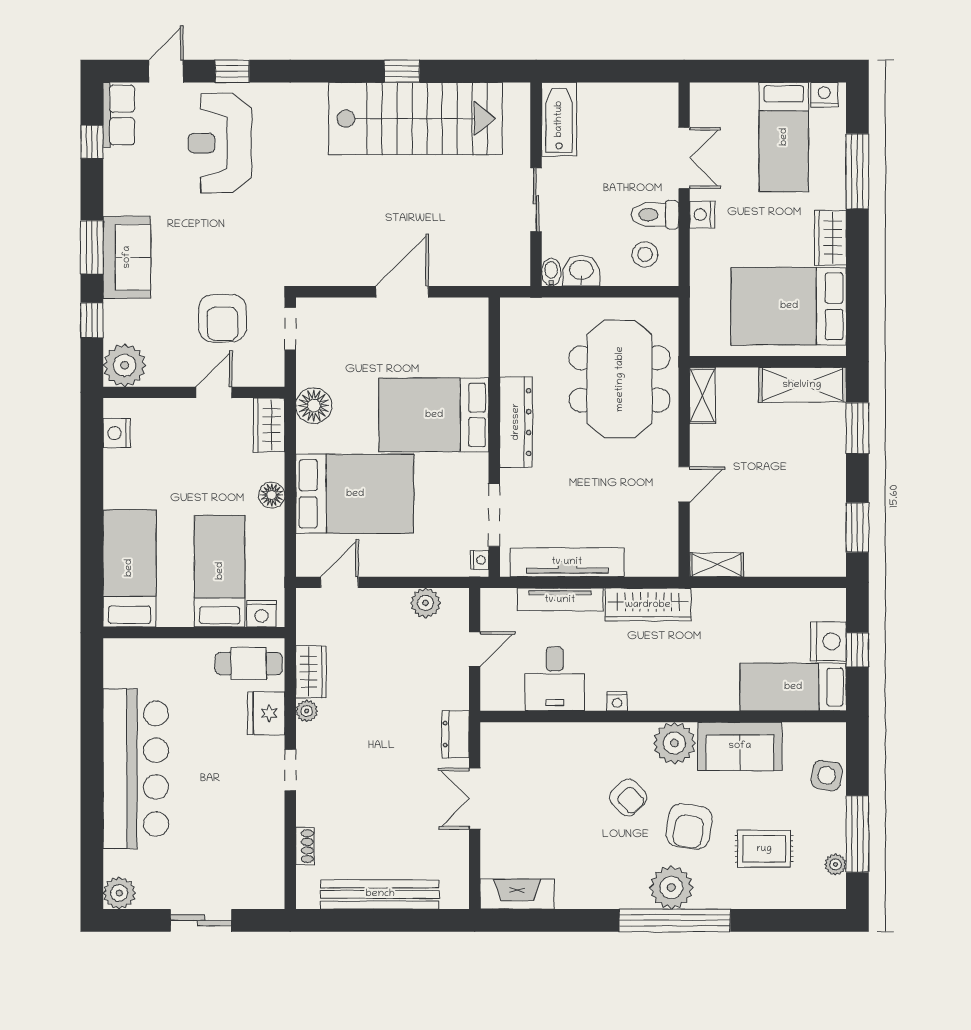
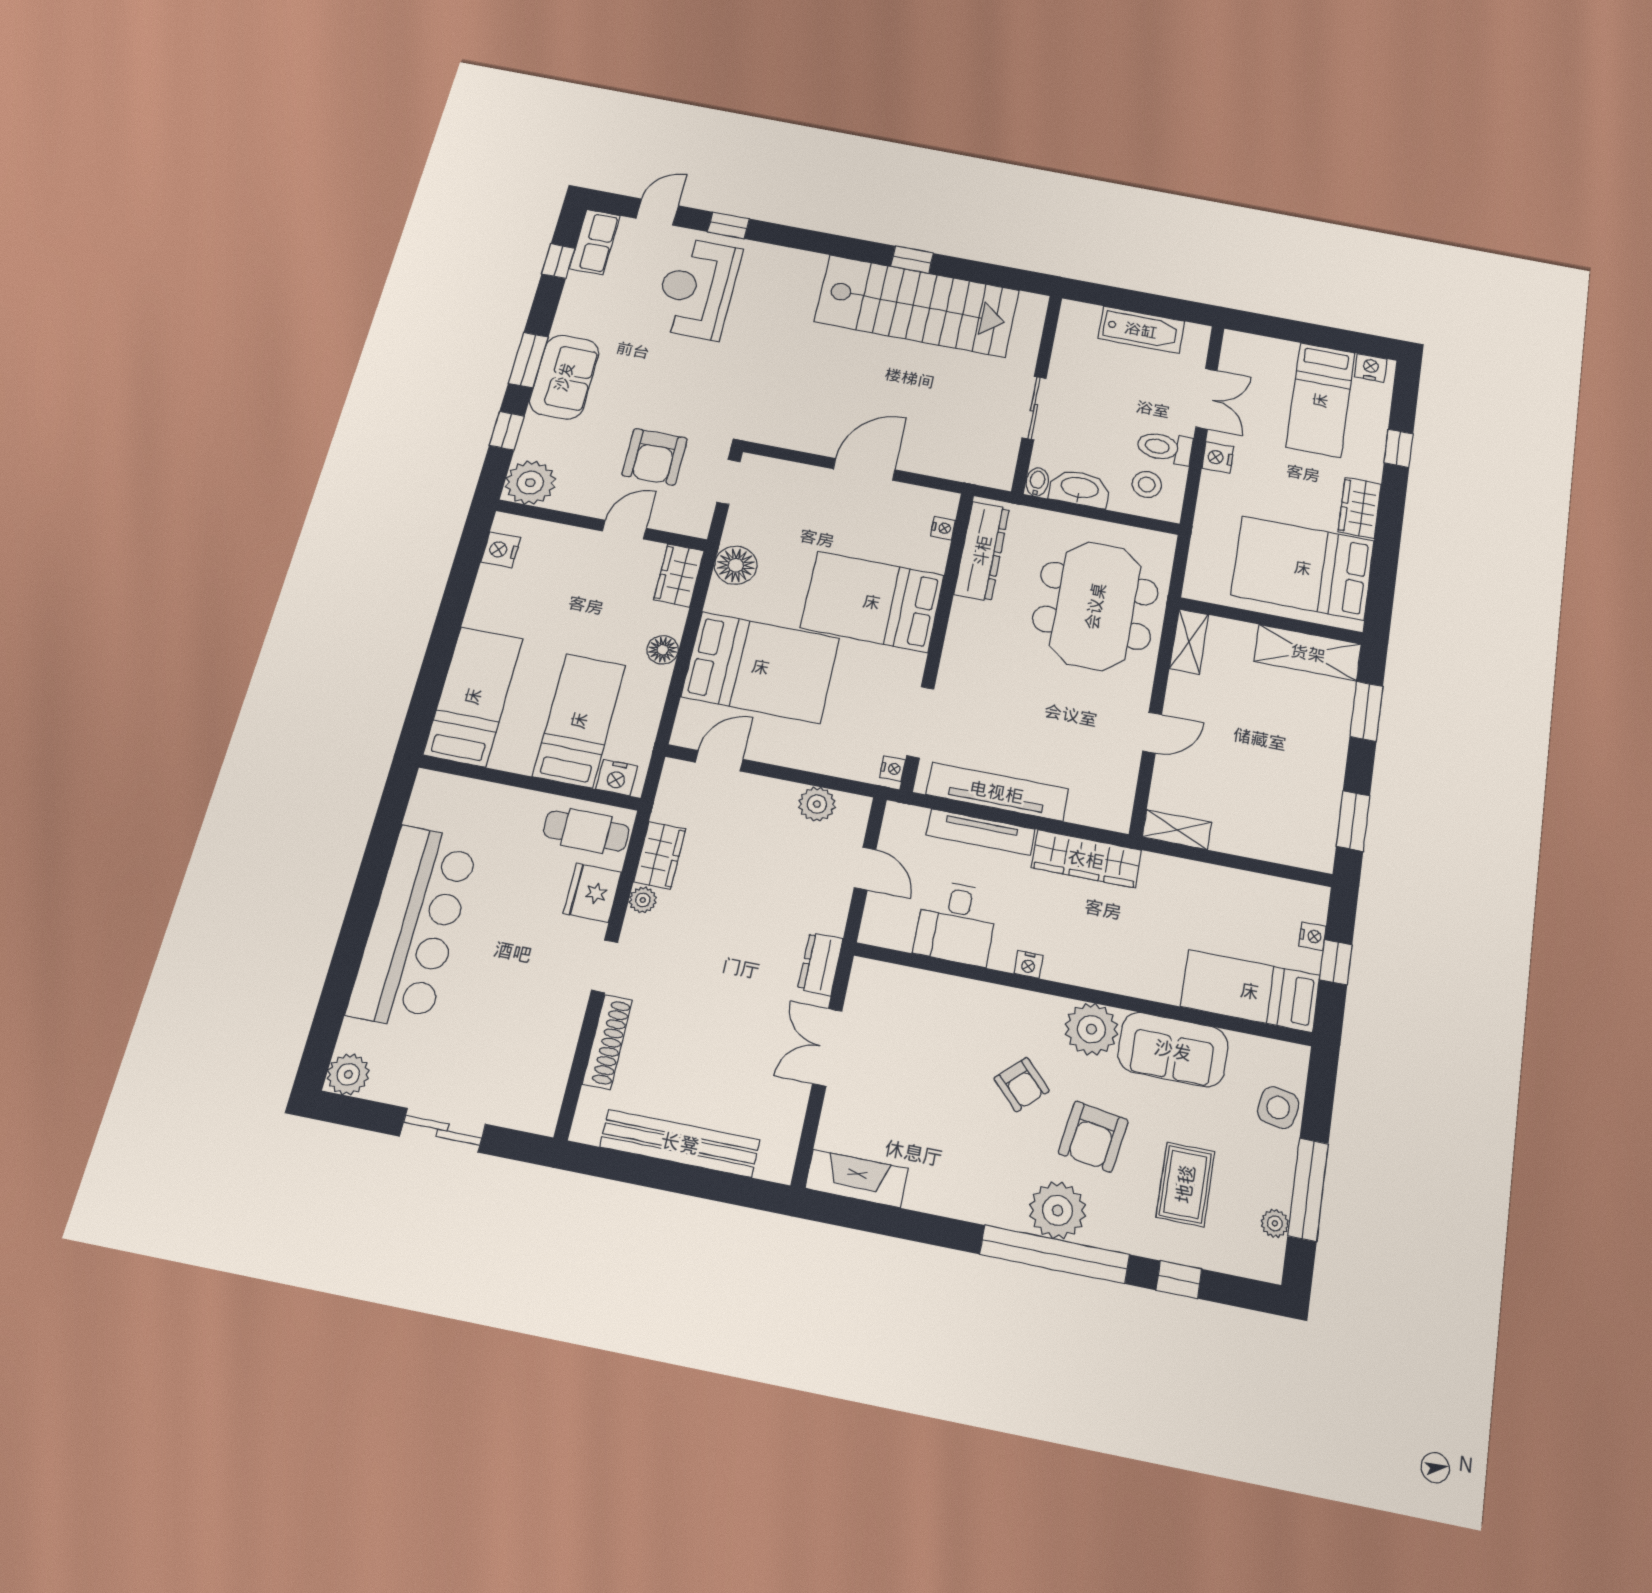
bathtub: (559, 119) -> (1141, 330), moved, turned 90
window: (857, 171) -> (1398, 448), width x0.46
washbasin: (581, 271) -> (1080, 489), width x1.38
nightstand: (479, 334) -> (943, 528), added
dresser: (516, 422) -> (982, 551), moved
nightstand: (829, 641) -> (1312, 936), width x0.53, depth x0.56
door: (475, 649) -> (865, 869), hinge flipped
shoe rack: (305, 846) -> (608, 1042), width x1.94, depth x1.24
rug: (764, 849) -> (1185, 1184), turned 90
window: (770, 920) -> (1179, 1280), added

